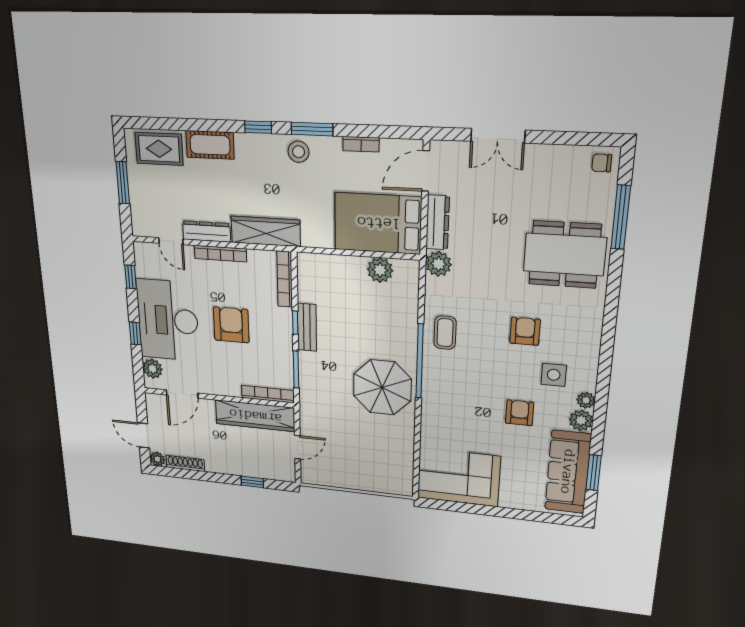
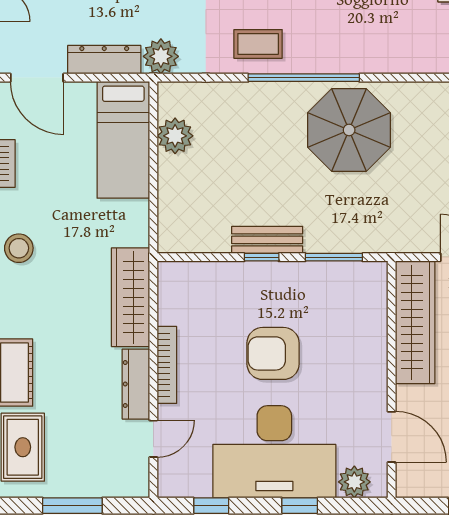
bed: (378, 223) -> (123, 140), width x0.67
bookcase: (285, 279) -> (198, 271), removed
bookcase: (268, 394) -> (378, 301), removed

